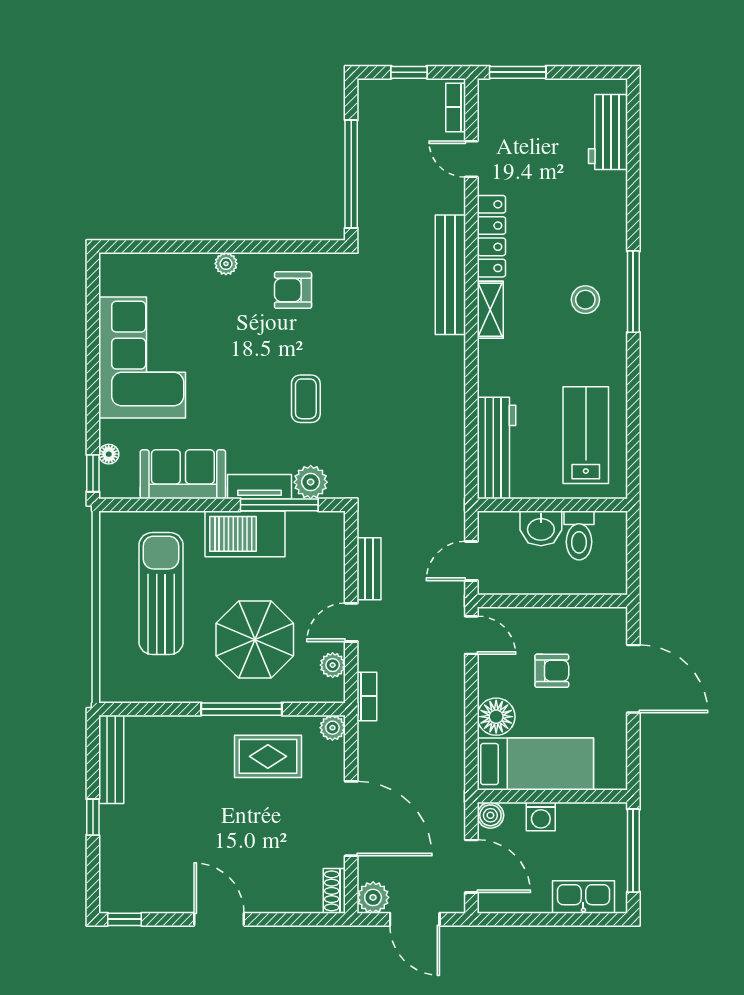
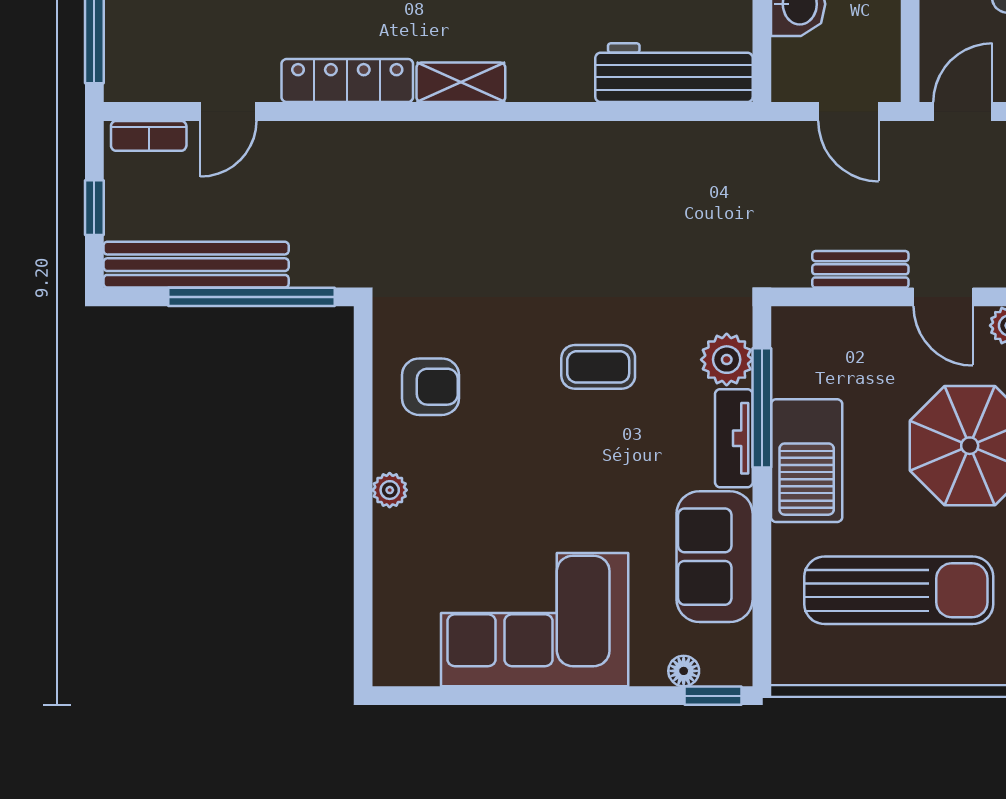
bench: (450, 275) -> (196, 265), moved
armchair: (293, 290) -> (431, 387), turned -90
sun lounger: (161, 594) -> (899, 590), turned 180

